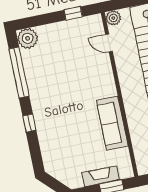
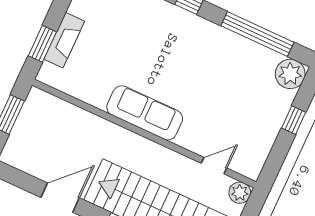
window: (73, 13) -> (294, 120), moved
sofa: (112, 123) -> (145, 113), moved

